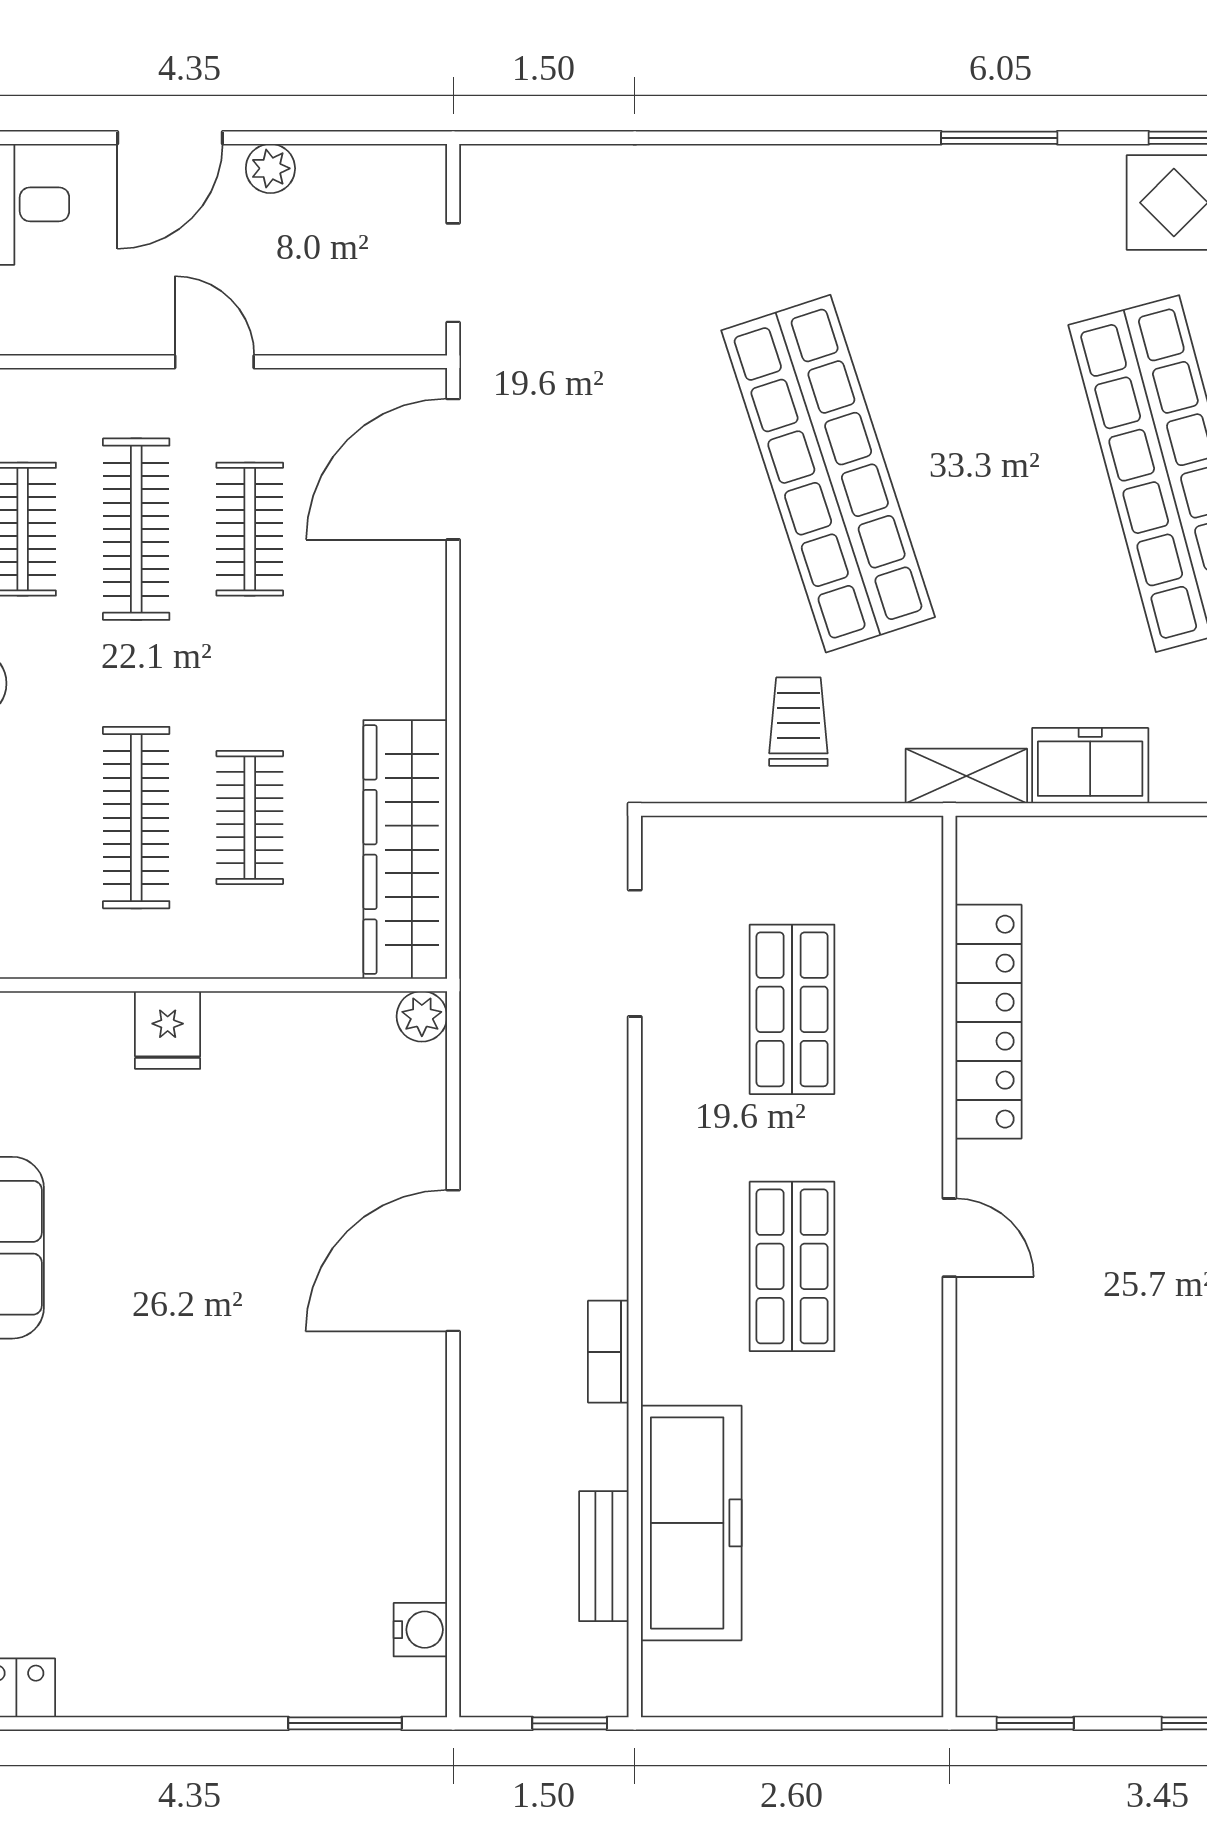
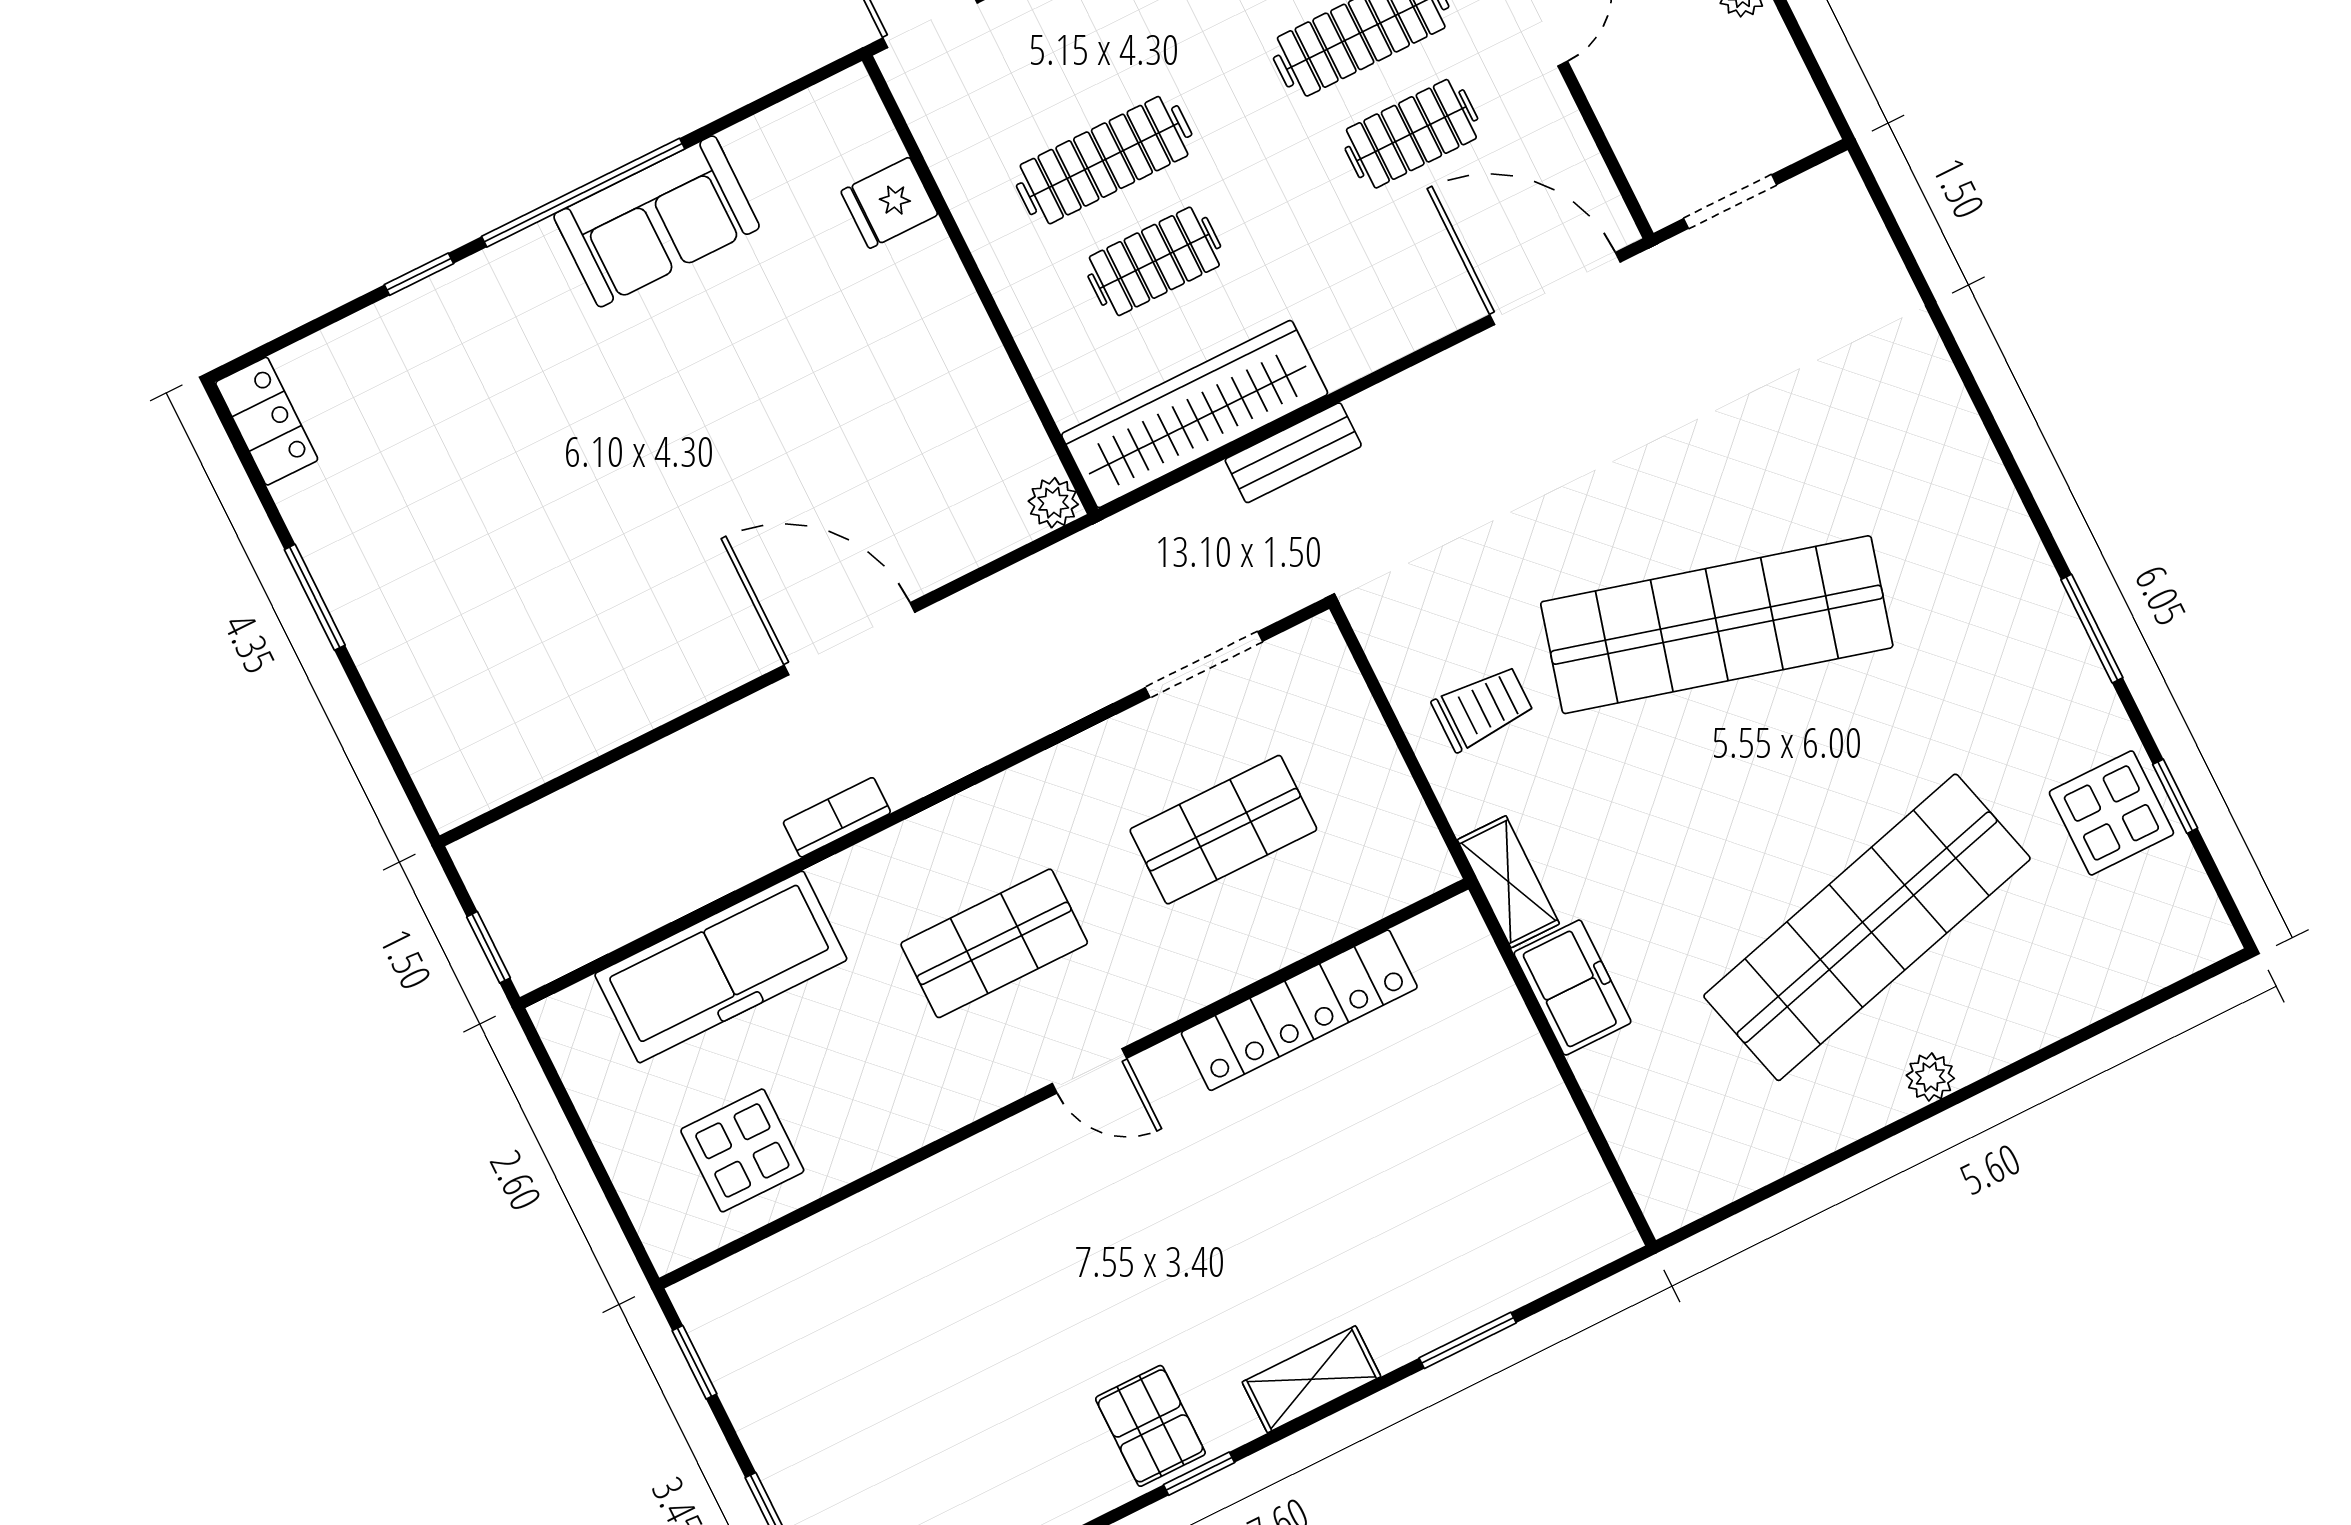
shop shelf: (828, 474) -> (1717, 625), turned 33
fridge: (168, 1030) -> (889, 203), moved
door: (949, 1238) -> (1089, 1071), hinge flipped
bench: (604, 1556) -> (1293, 453), moved
display table: (866, 1586) -> (742, 1150), added
water cooler: (420, 1630) -> (506, 773), removed
window: (345, 1723) -> (315, 597), moved

